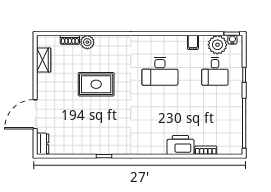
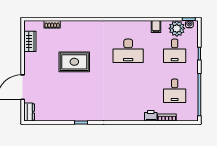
plant: (87, 42) -> (67, 26), removed
desk: (215, 119) -> (175, 91), added
printer: (180, 145) -> (151, 116), width x0.53, depth x0.68

